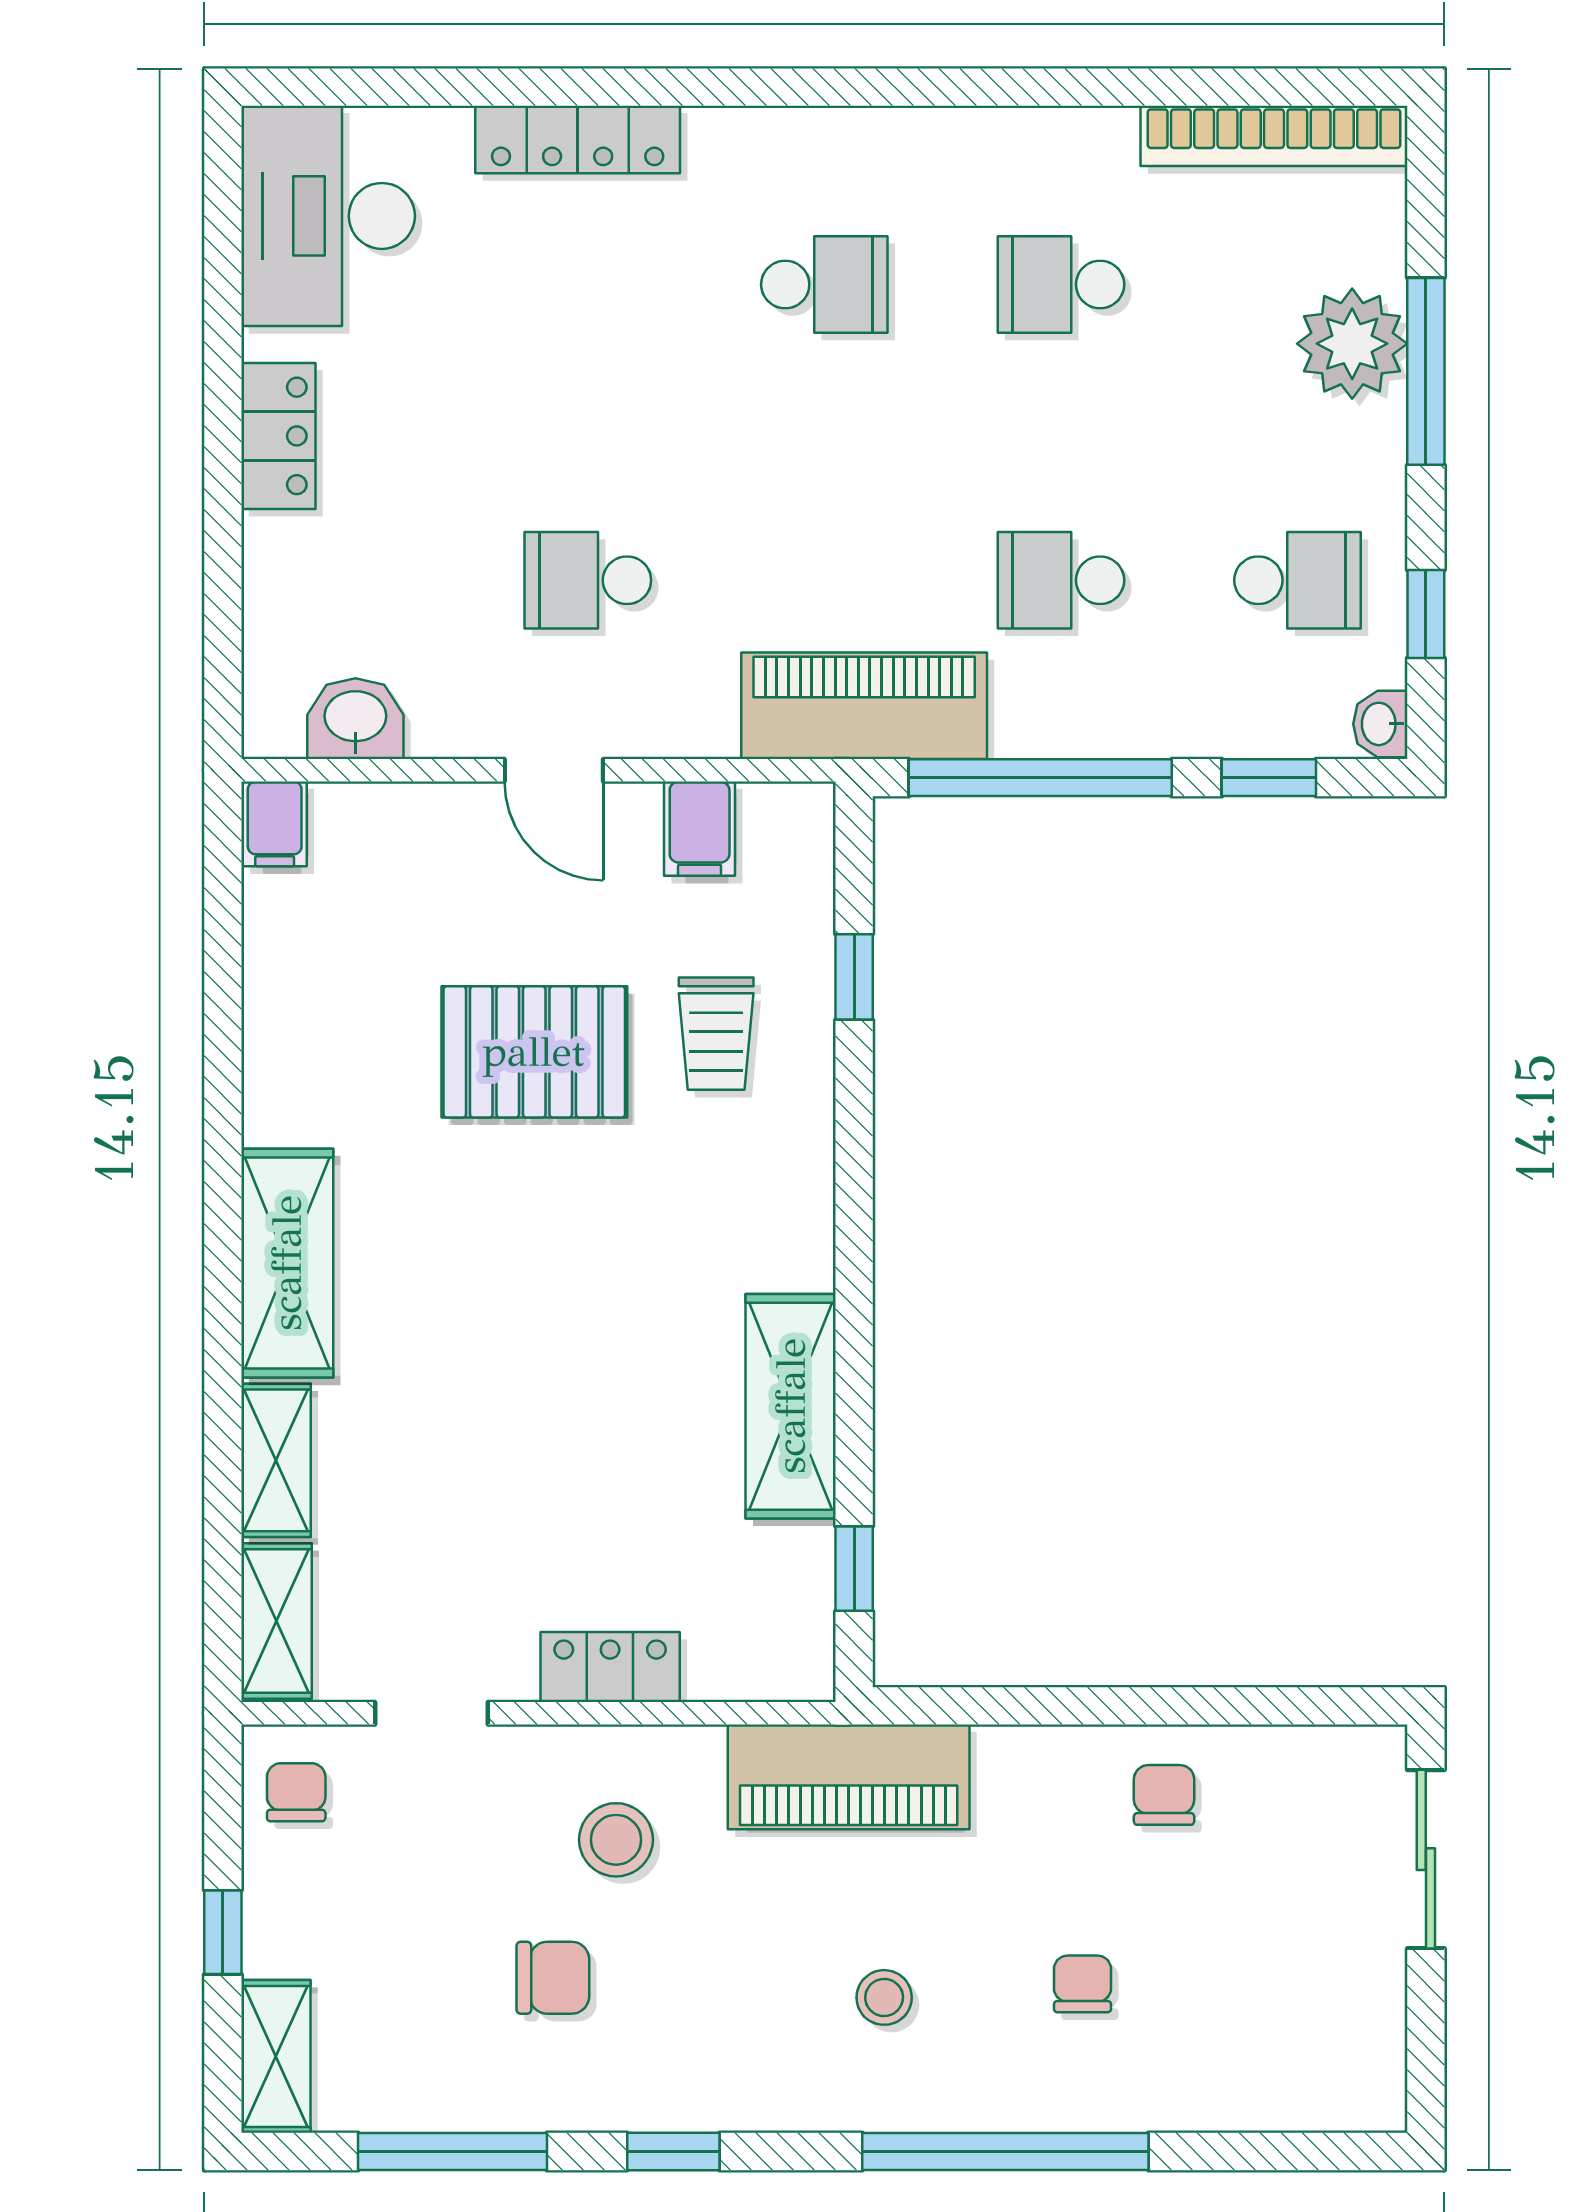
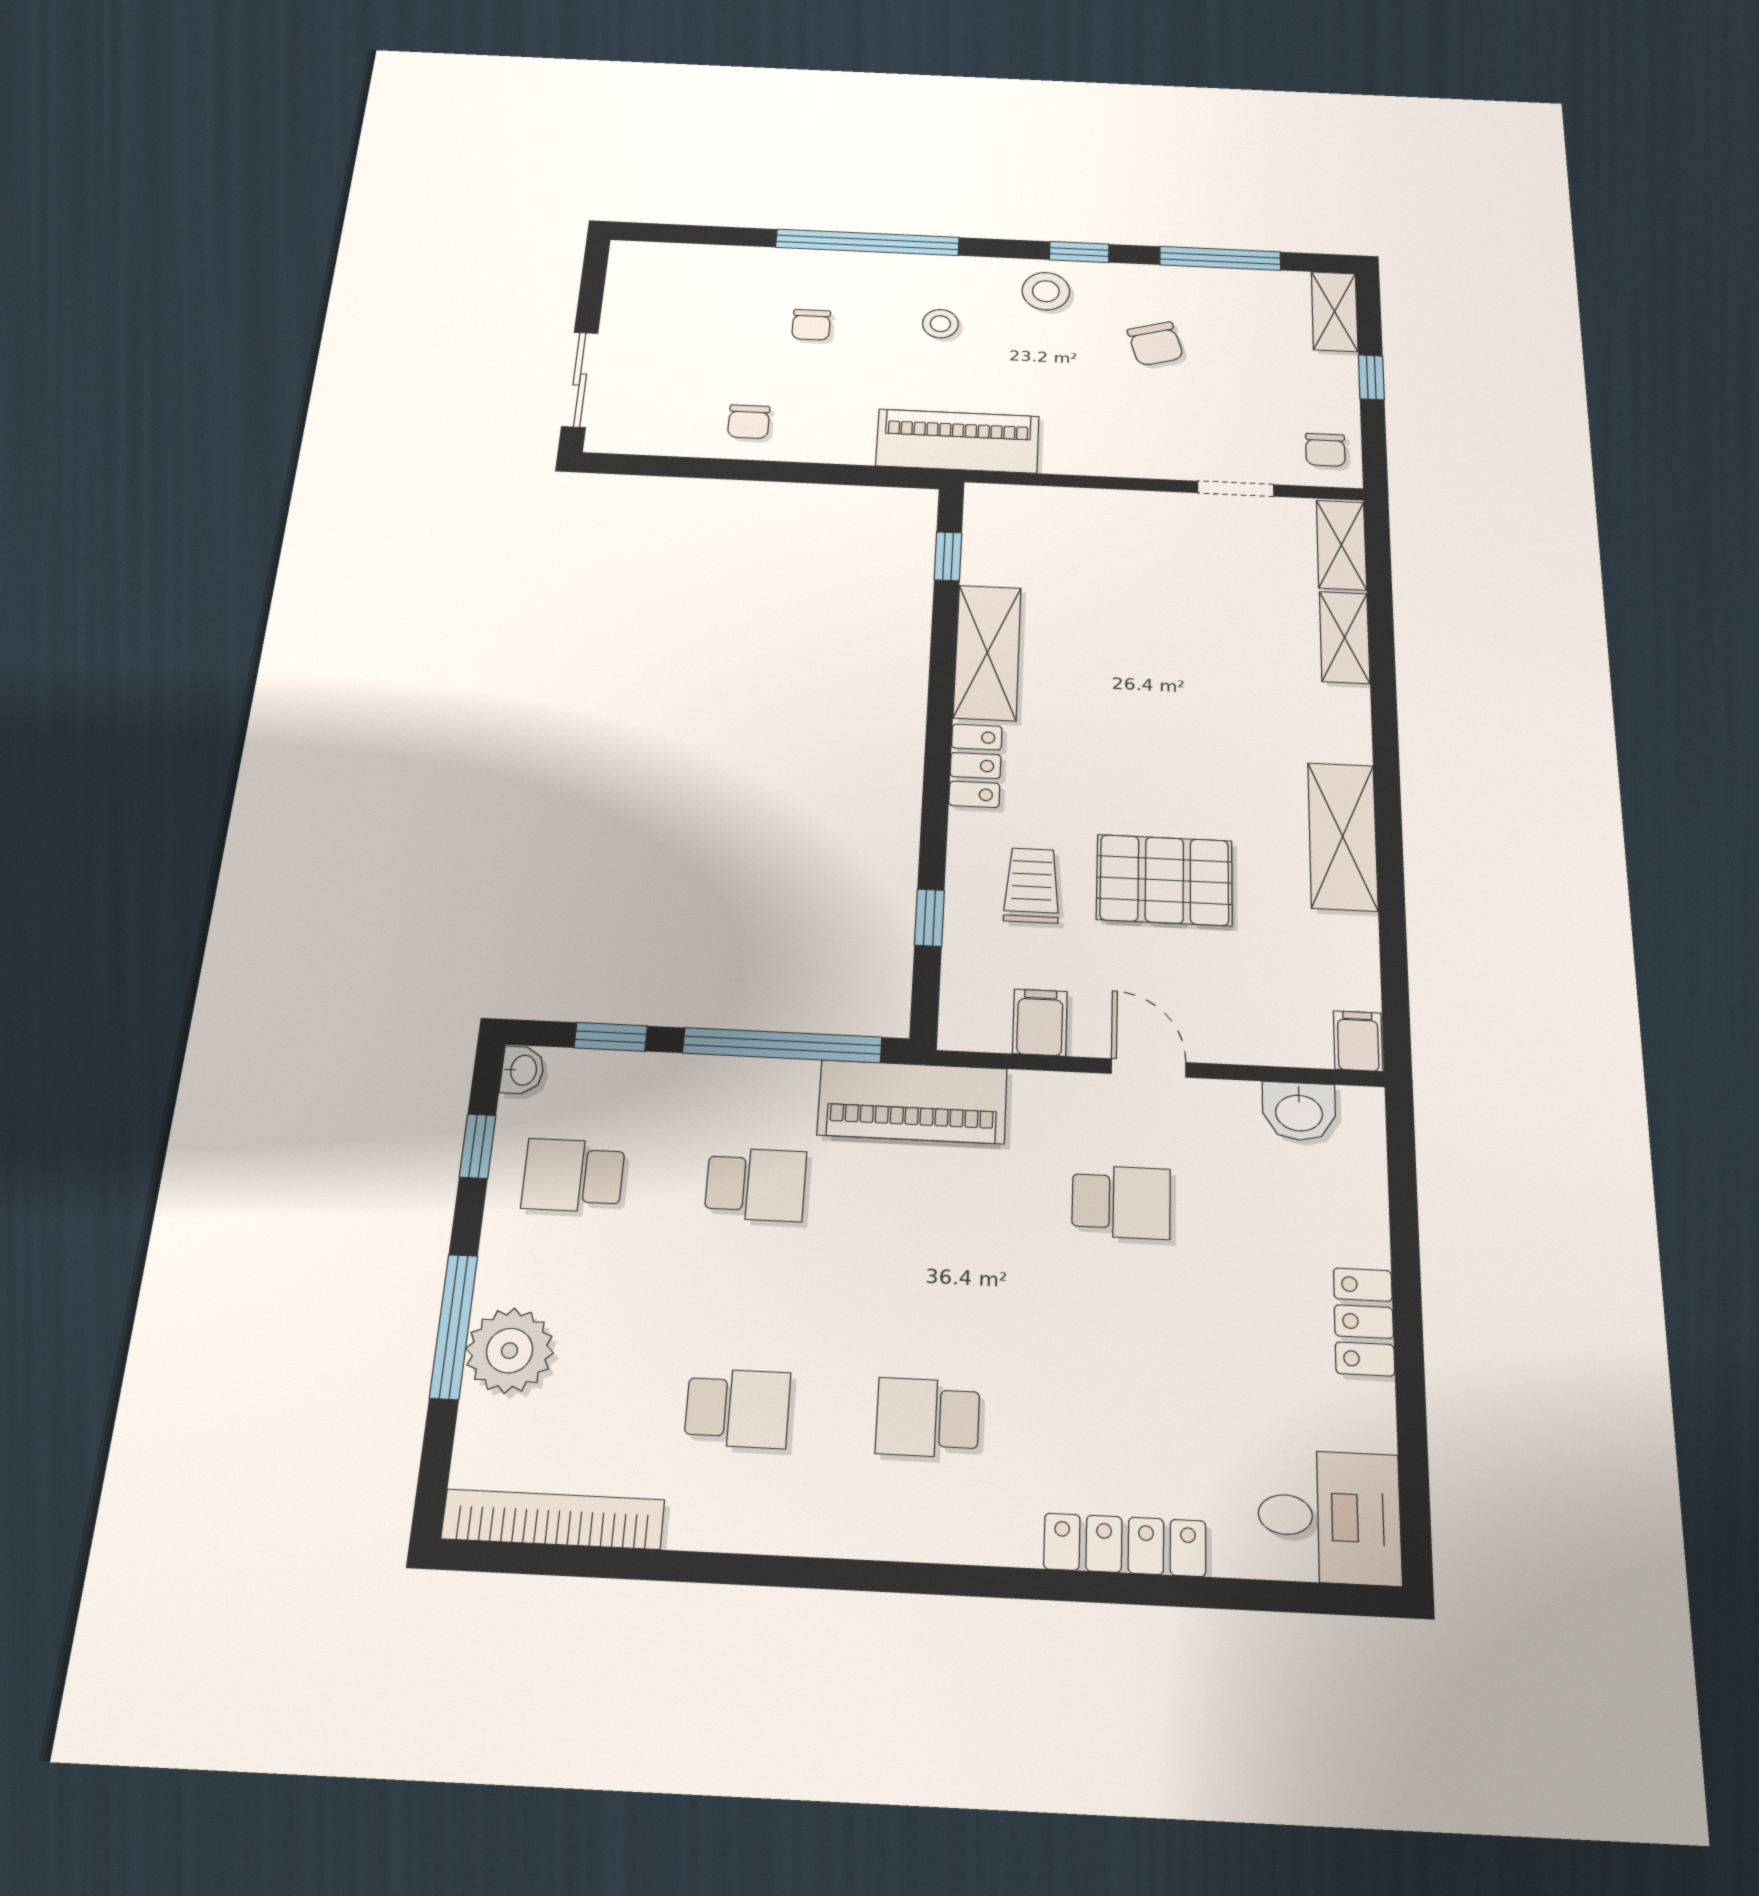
desk: (328, 216) -> (1329, 1517), width x0.73
shelving: (287, 1263) -> (1343, 836), moved
locker: (610, 1667) -> (976, 766), moved, turned -90
stool: (616, 1840) -> (1046, 291), moved
chair: (553, 1978) -> (1155, 344), turned -106

